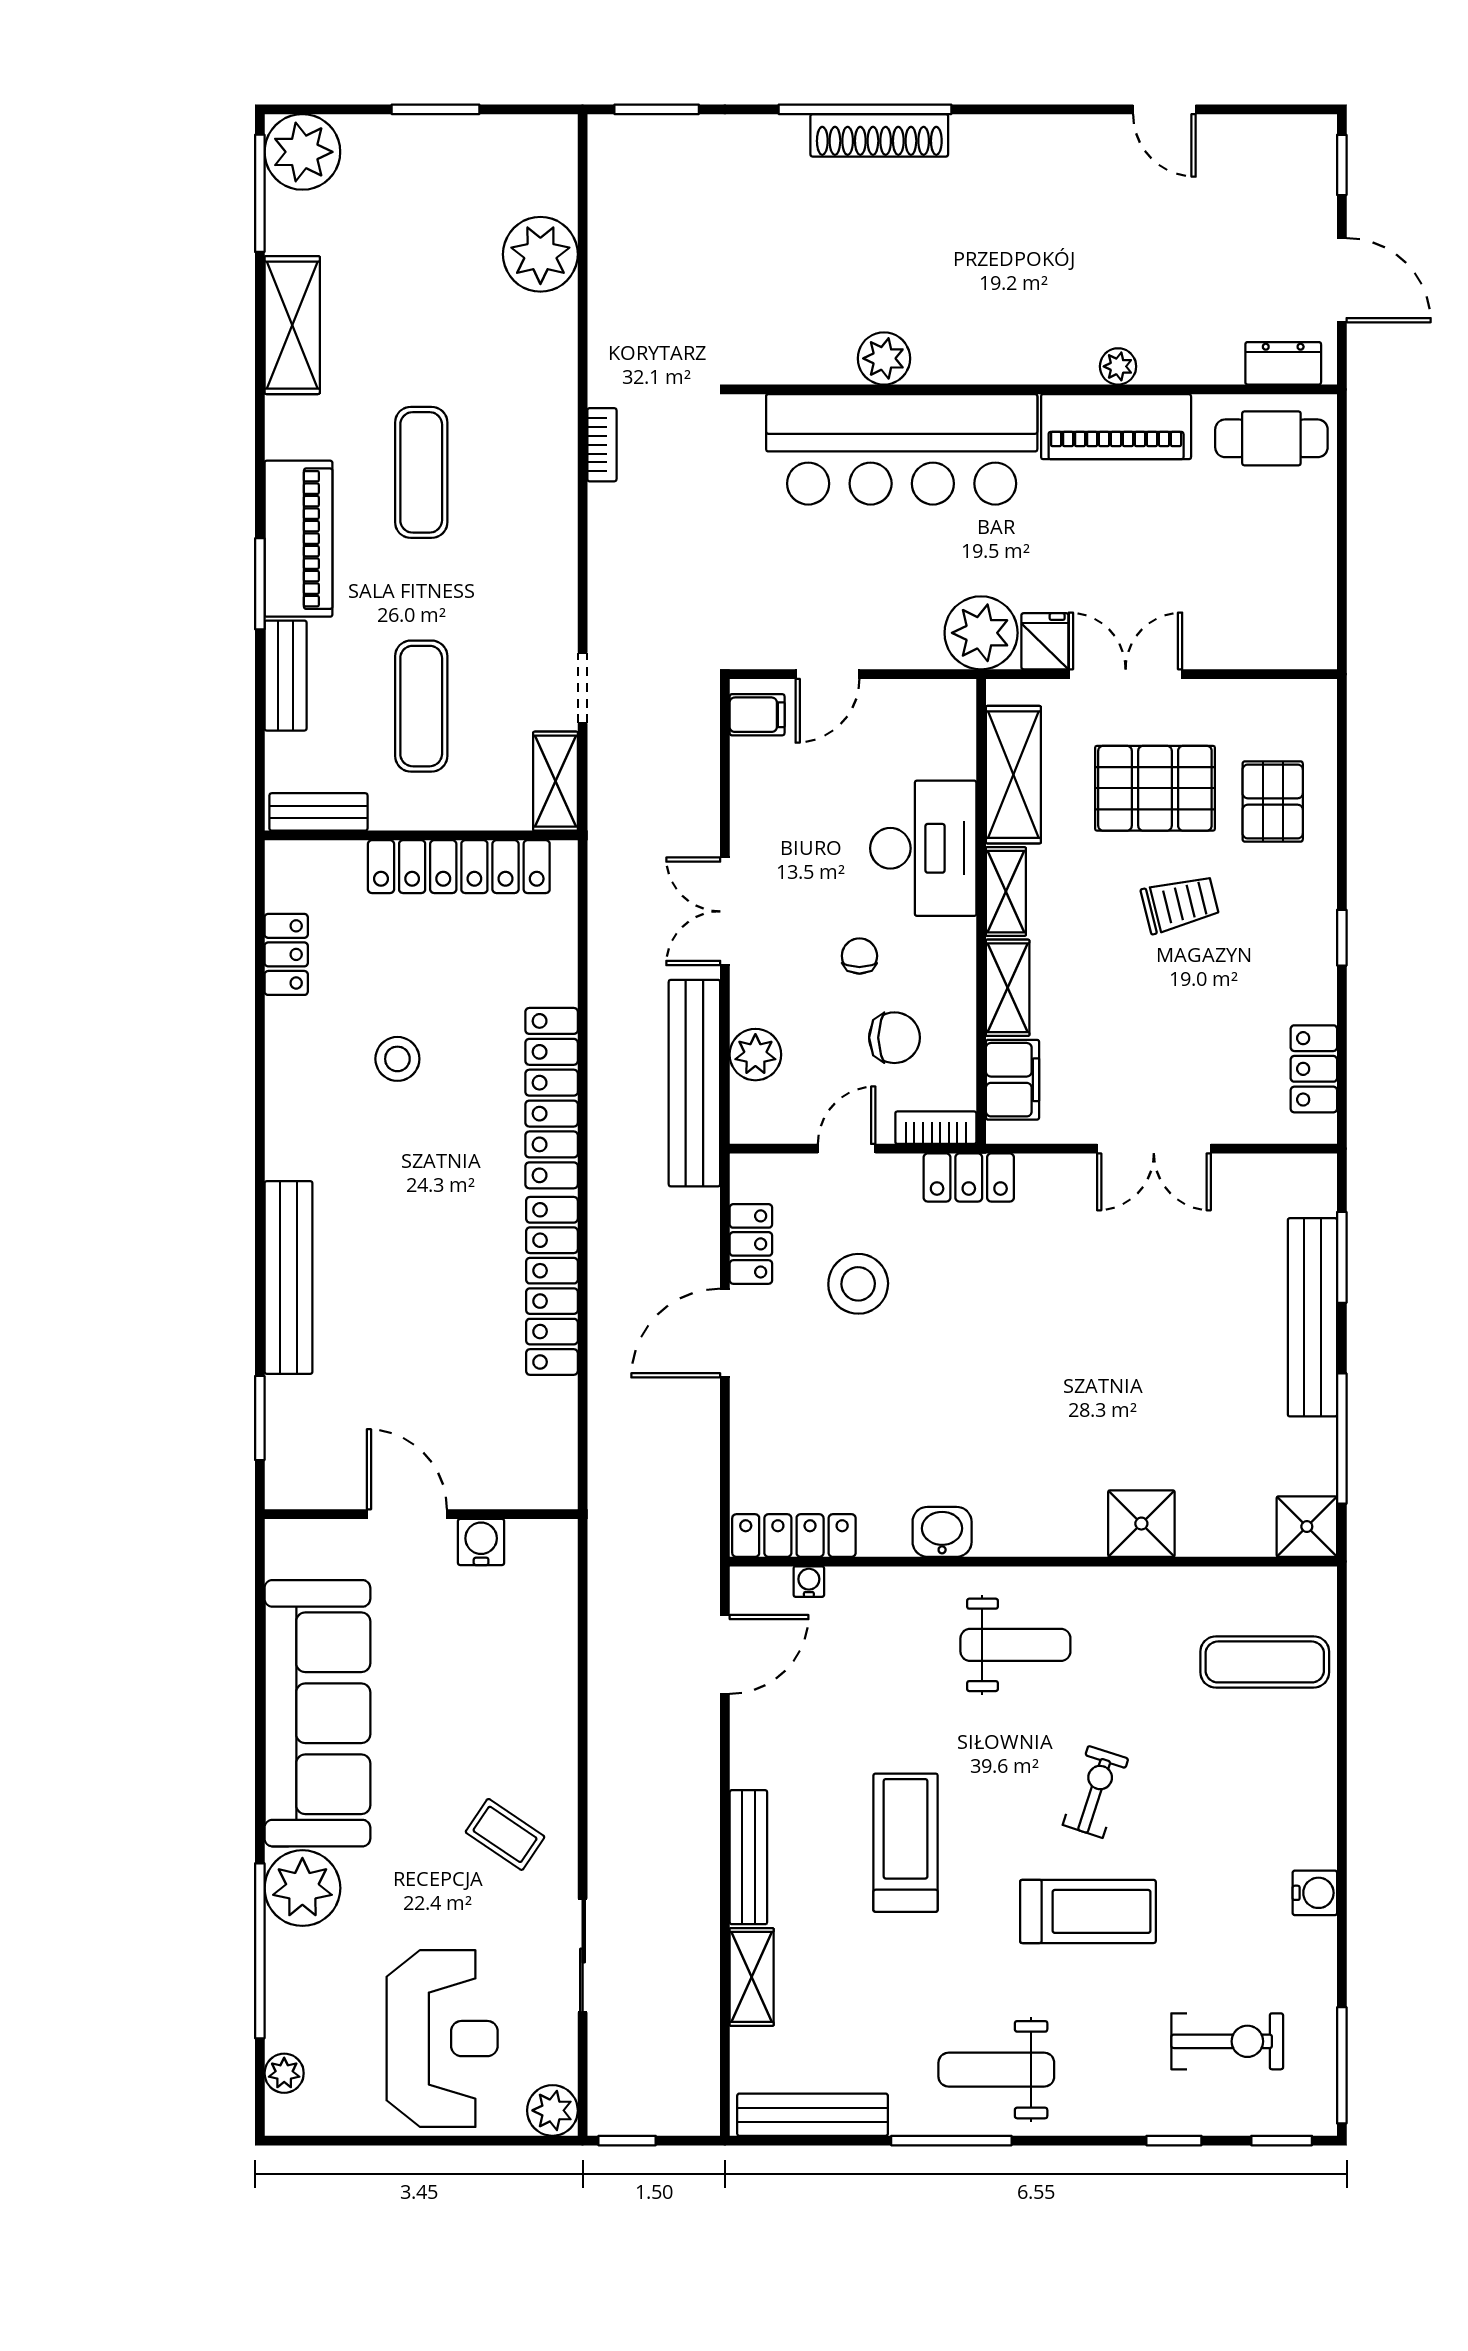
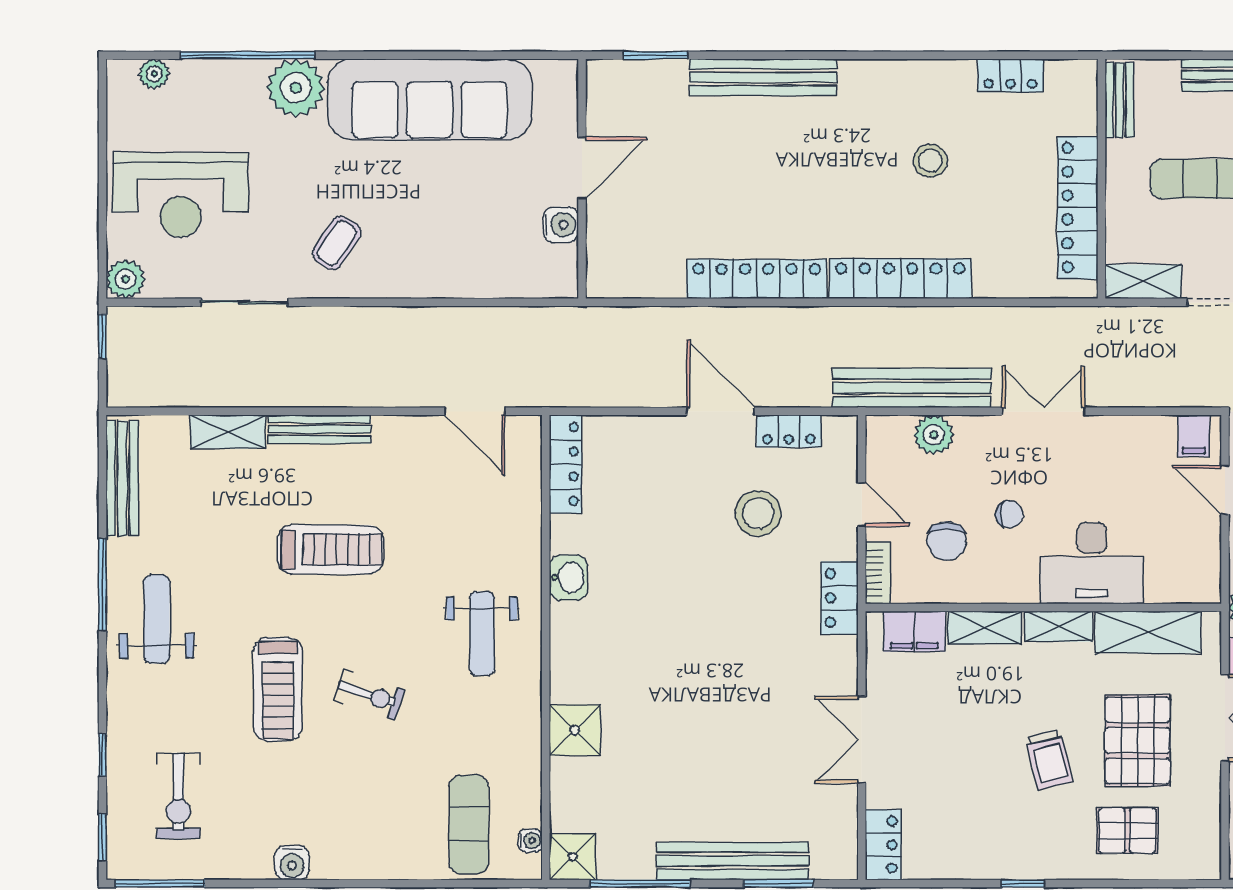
locker: (1314, 1069) -> (883, 845), moved, turned 90
water cooler: (809, 1582) -> (530, 841), moved

